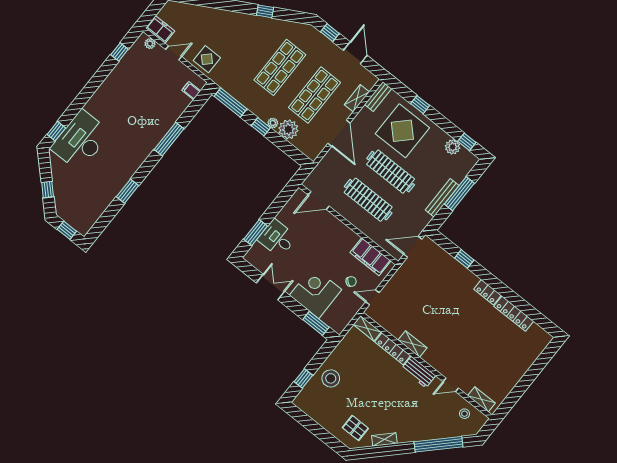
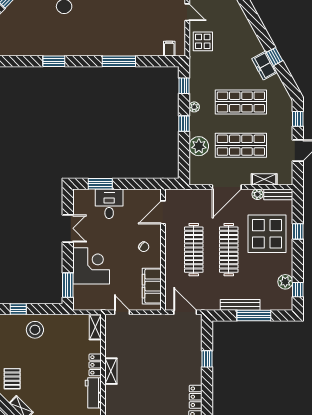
freezer: (266, 25) -> (265, 66), added
window: (230, 103) -> (184, 86), width x0.46
plant: (365, 113) -> (257, 194), added
plant: (273, 123) -> (194, 107), moved
door: (319, 201) -> (163, 212), hinge flipped
chair: (351, 282) -> (144, 247), moved
locker: (393, 349) -> (95, 365), width x0.66

